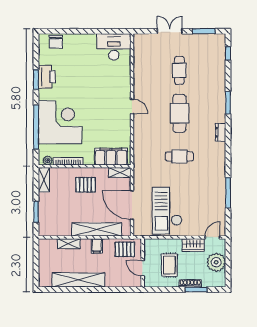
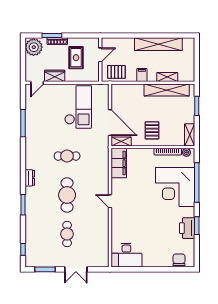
filing cabinet: (111, 157) -> (119, 163), moved, turned -90
pallet: (86, 185) -> (152, 130), turned 90
door: (132, 205) -> (110, 123), moved
shelving: (97, 229) -> (167, 90), moved
plant: (216, 262) -> (34, 47), moved
door: (143, 268) -> (100, 55), hinge flipped

